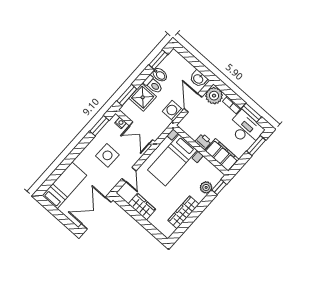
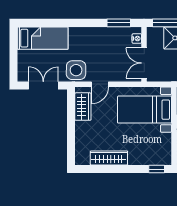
side table: (107, 155) -> (76, 70), moved
plant: (206, 187) -> (147, 158), removed
wardrobe: (142, 207) -> (83, 107), moved
double door: (96, 213) -> (43, 86), width x0.73

